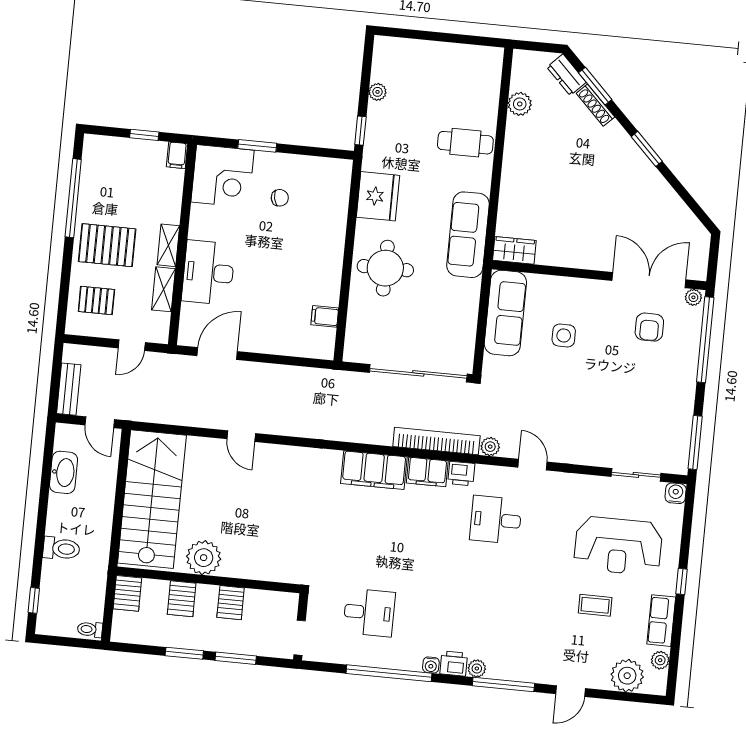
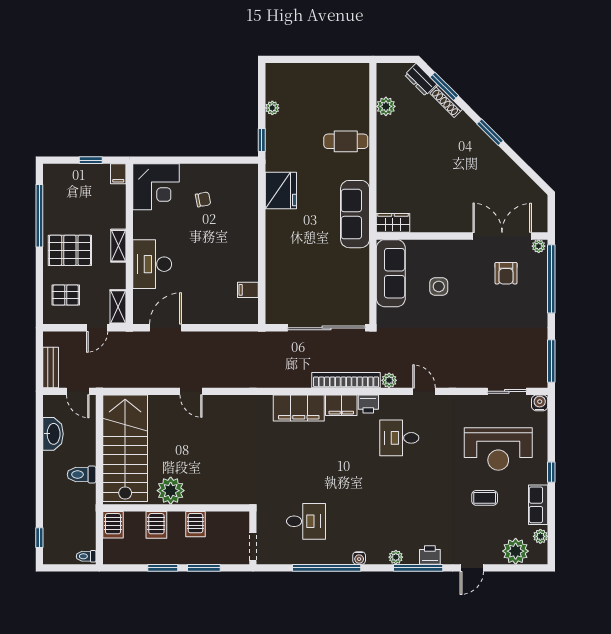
window: (257, 146) -> (181, 160), removed
round table: (385, 268) -> (292, 247), removed
shelving: (164, 289) -> (118, 307), moved
toilet: (61, 549) -> (82, 474), moved, turned 180
printer: (454, 663) -> (430, 555), moved

